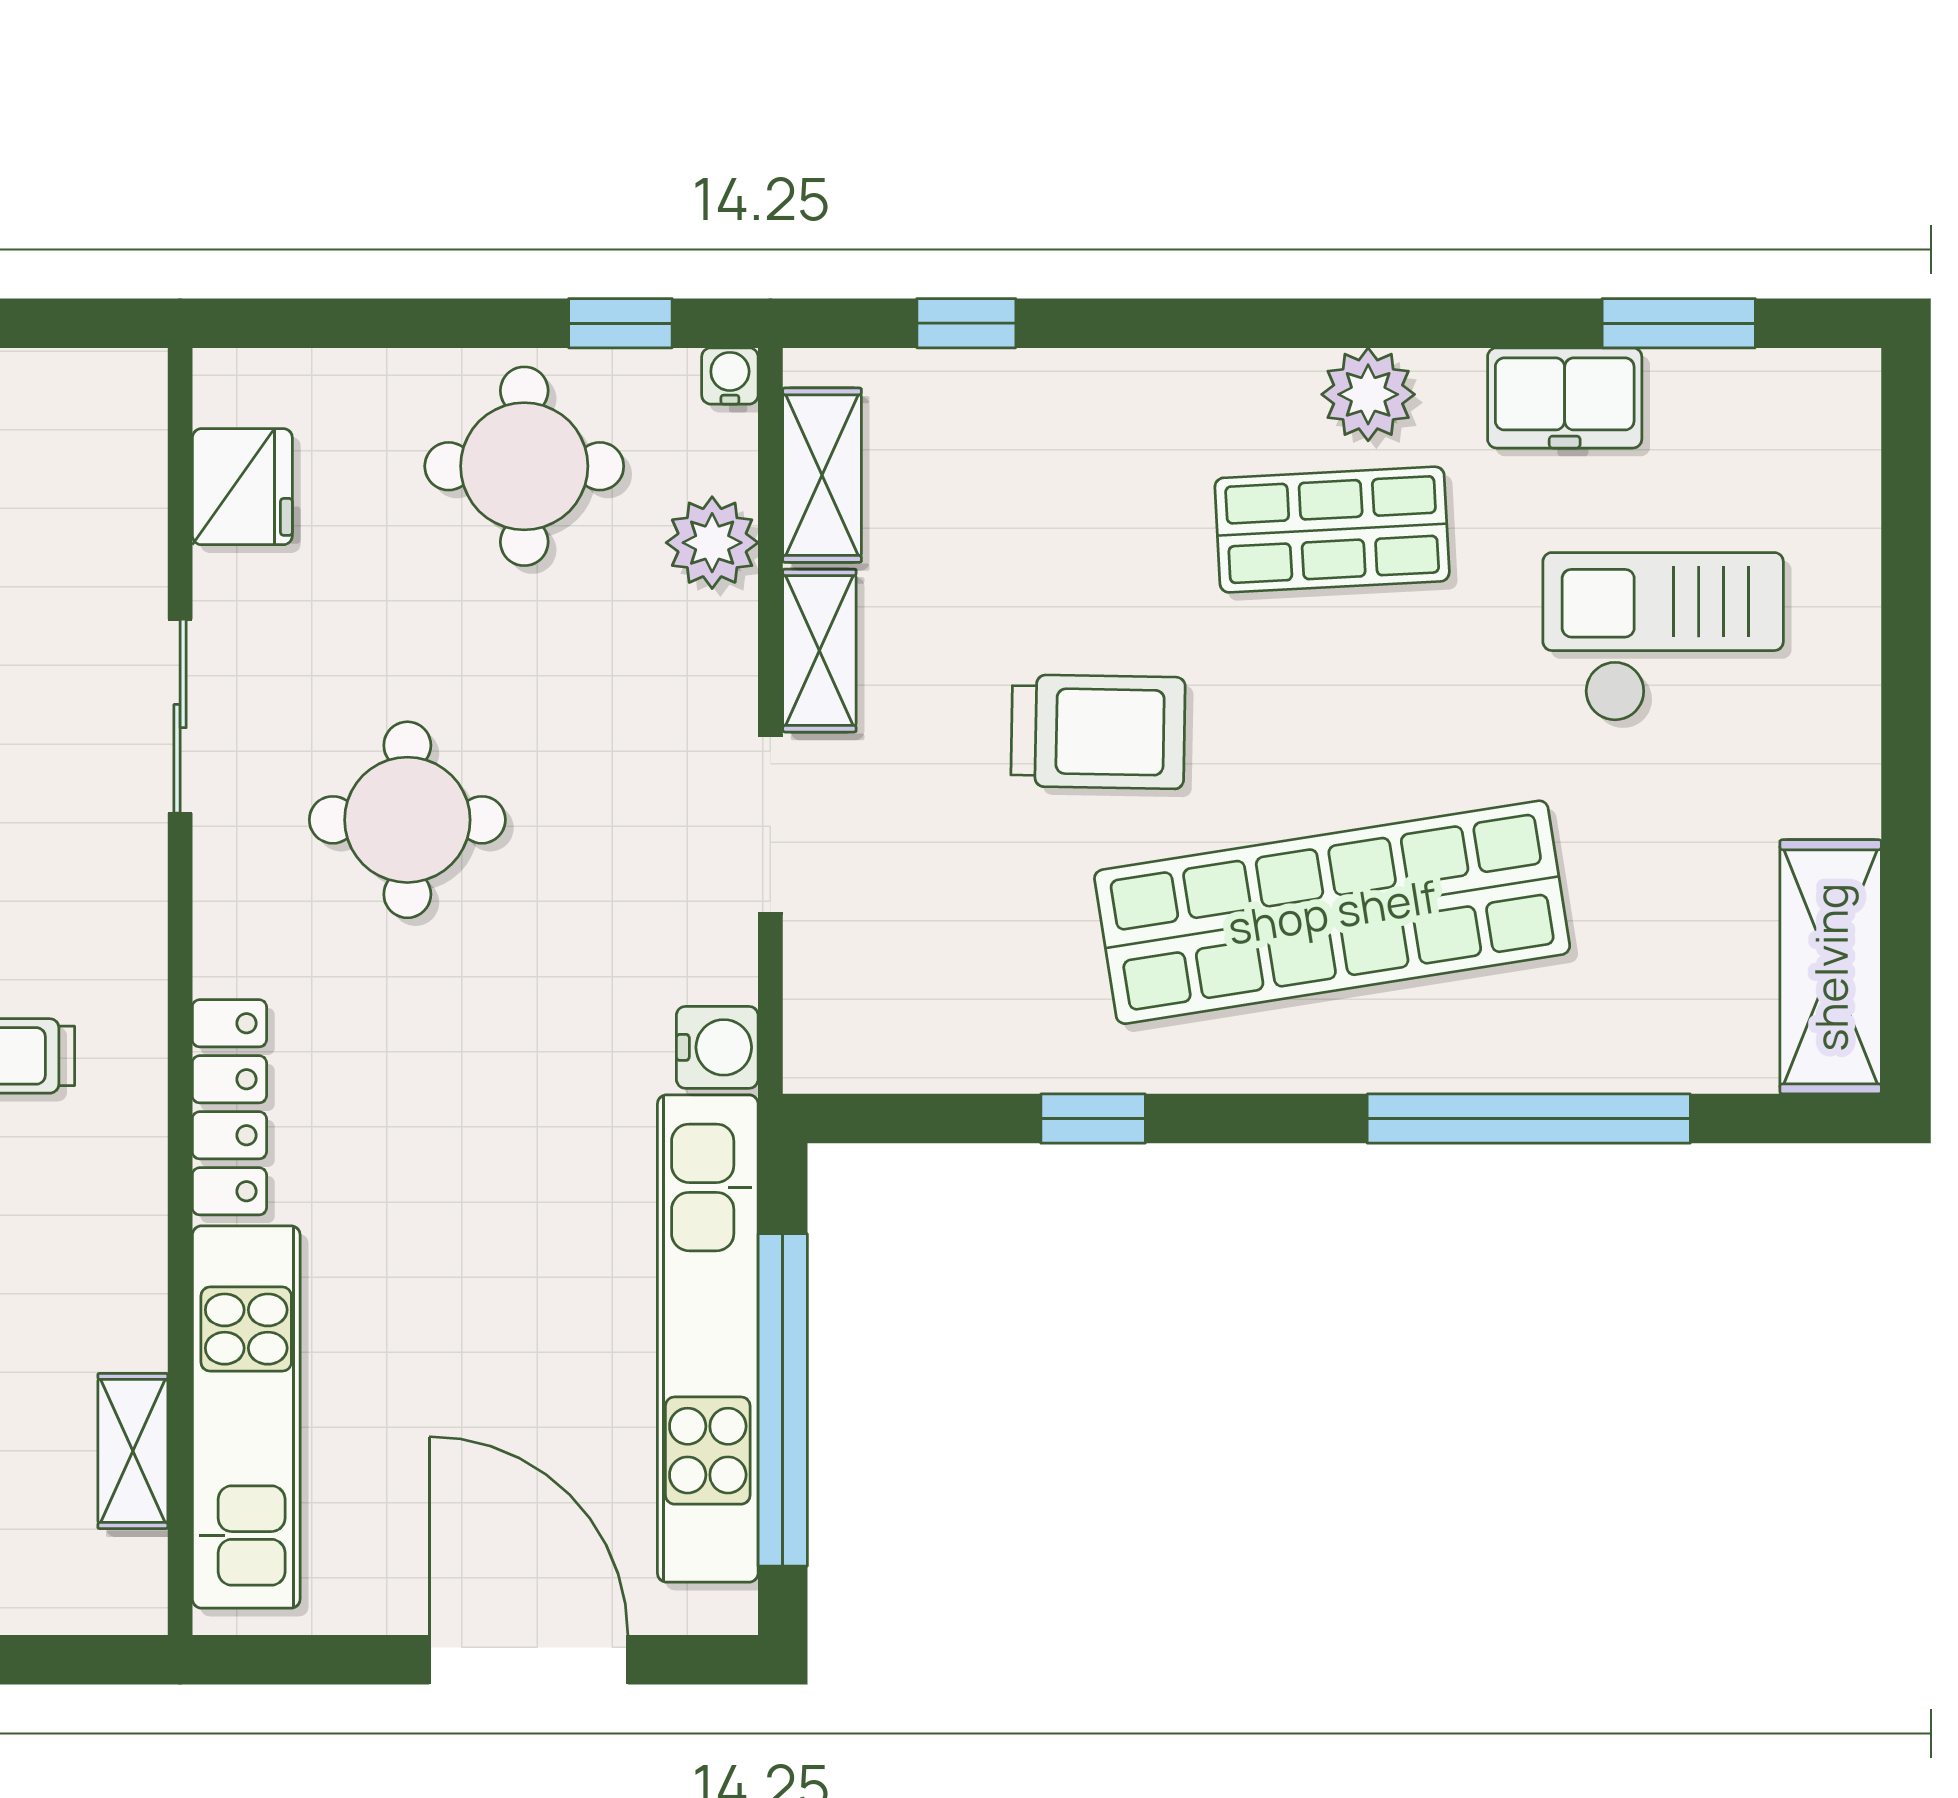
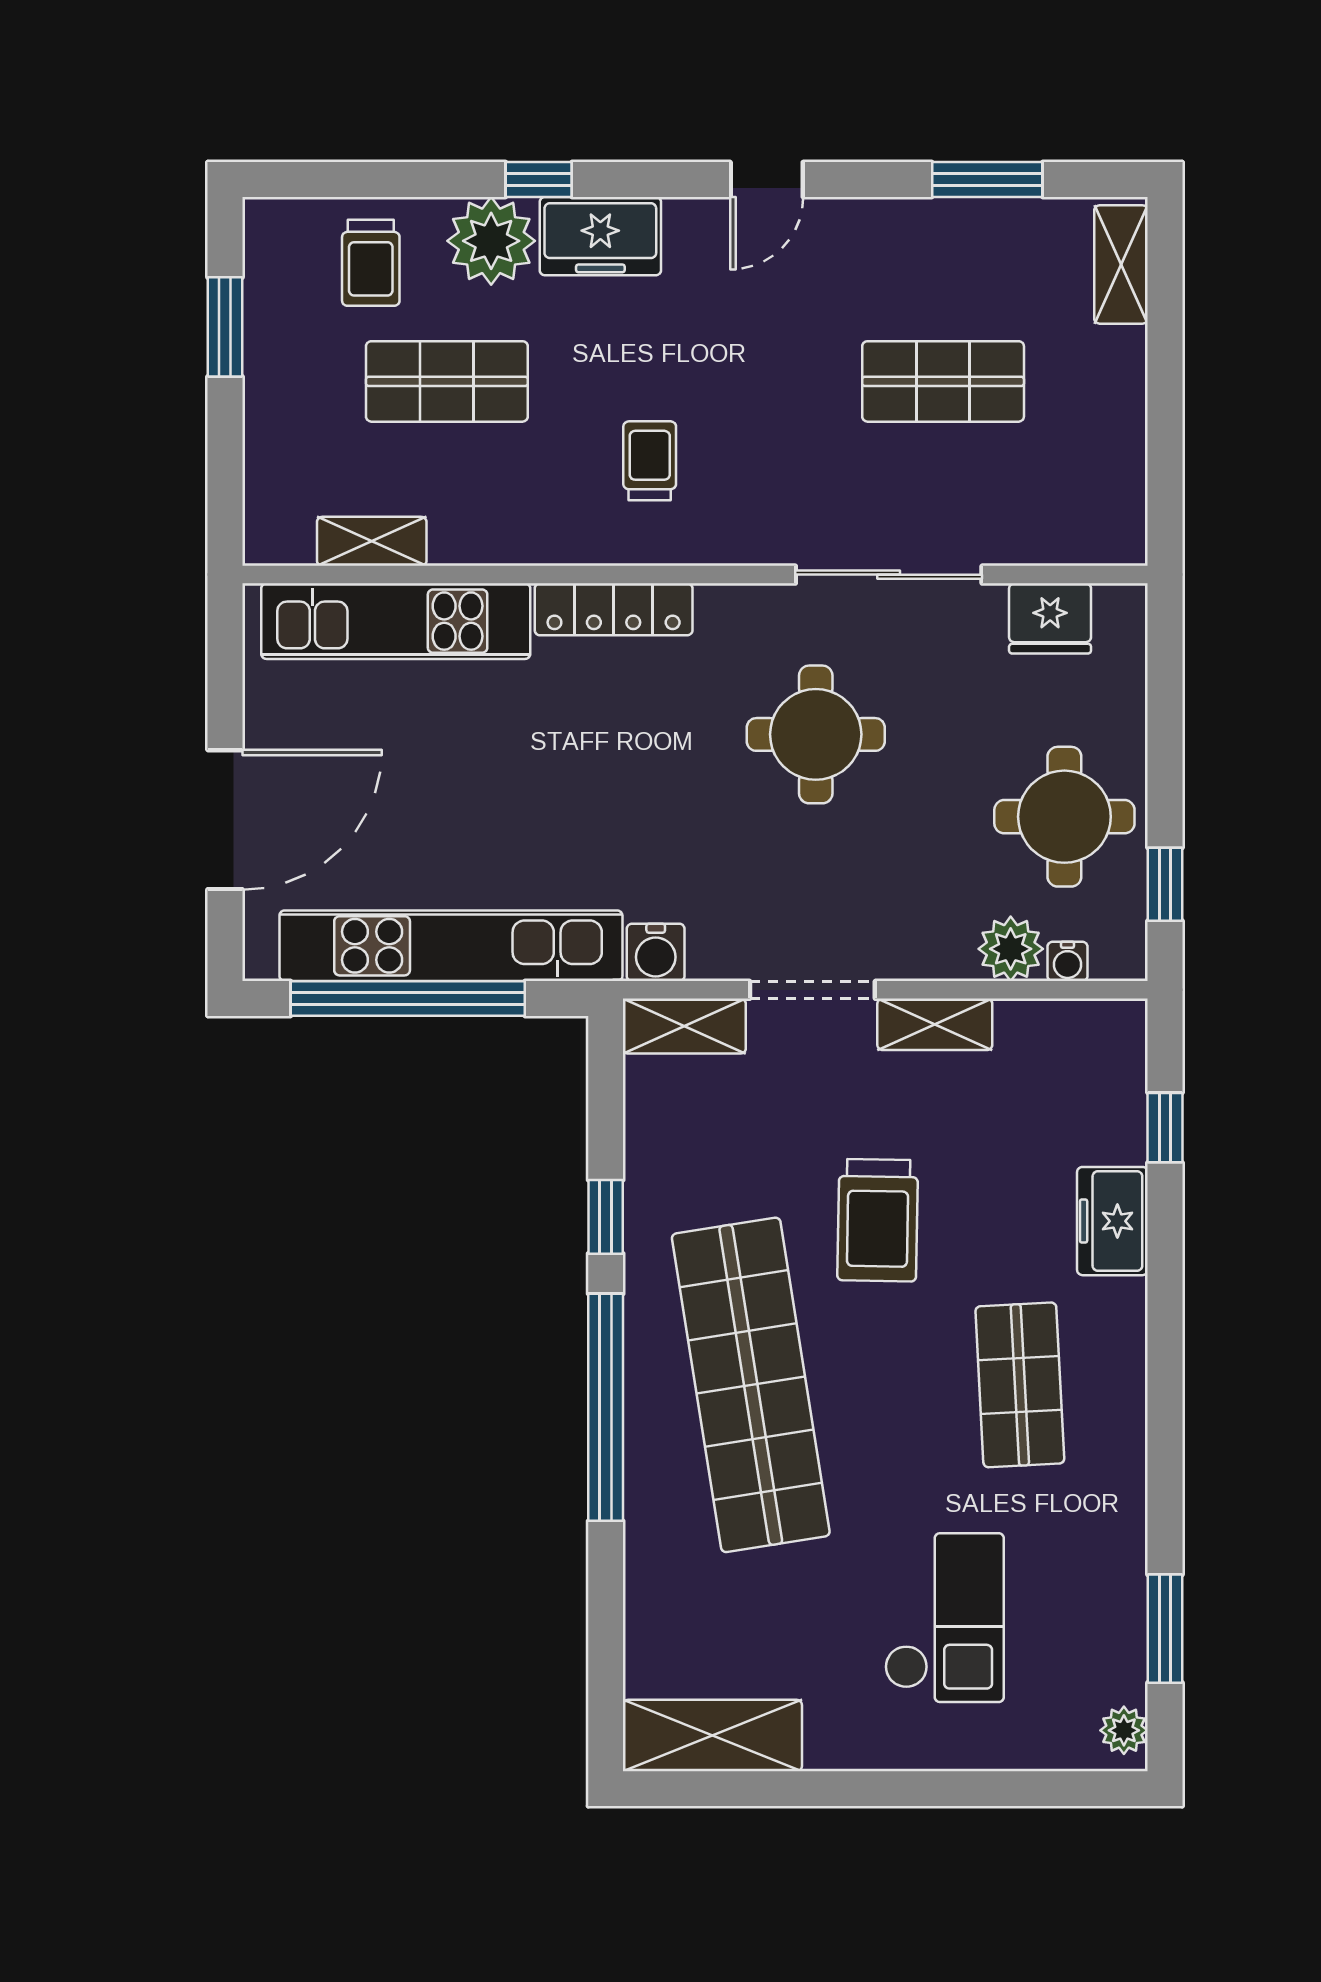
water cooler: (730, 376) -> (1067, 961), moved, turned 90
plant: (1368, 394) -> (1124, 1730), moved, width x0.73, depth x0.73
freezer: (1565, 398) -> (1112, 1221), moved
shelving: (822, 475) -> (684, 1026), moved
sliding door: (180, 716) -> (889, 575), width x1.37
window: (1529, 1119) -> (606, 1407), moved

